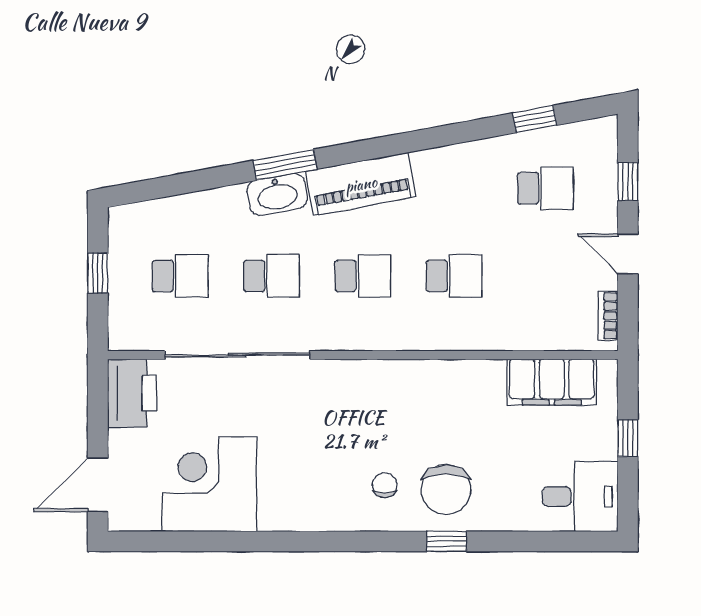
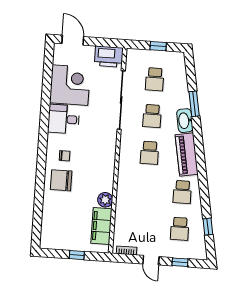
window: (285, 165) -> (194, 104), moved
door: (628, 254) -> (151, 260), swing flipped
school desk: (454, 276) -> (182, 192), moved
plant: (486, 377) -> (105, 200), added
desk: (580, 496) -> (64, 119), moved, turned 90
window: (447, 541) -> (40, 179), removed

